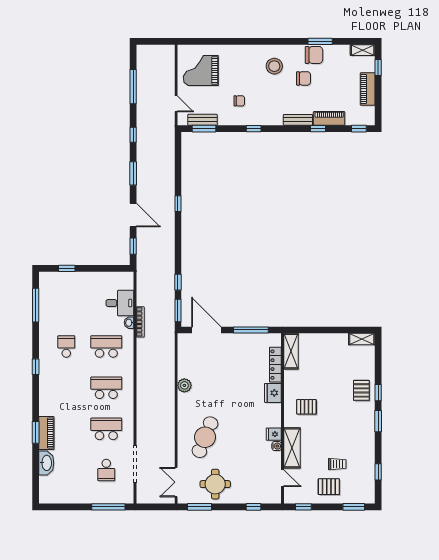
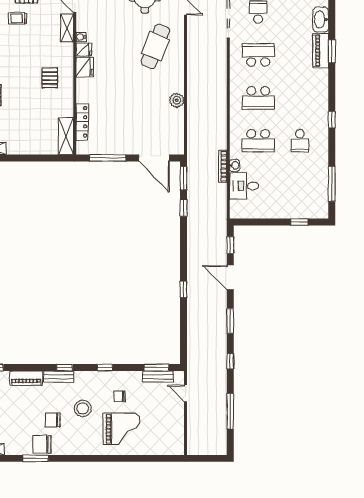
stool: (274, 66) -> (83, 408), moved
grand piano: (201, 70) -> (122, 429), moved
window: (318, 129) -> (65, 368), moved
fridge: (273, 393) -> (85, 67), moved
pallet: (306, 407) -> (50, 78), turned 90
school desk: (106, 429) -> (258, 55), turned 180
shelving: (292, 448) -> (67, 28), width x0.67, depth x0.75

